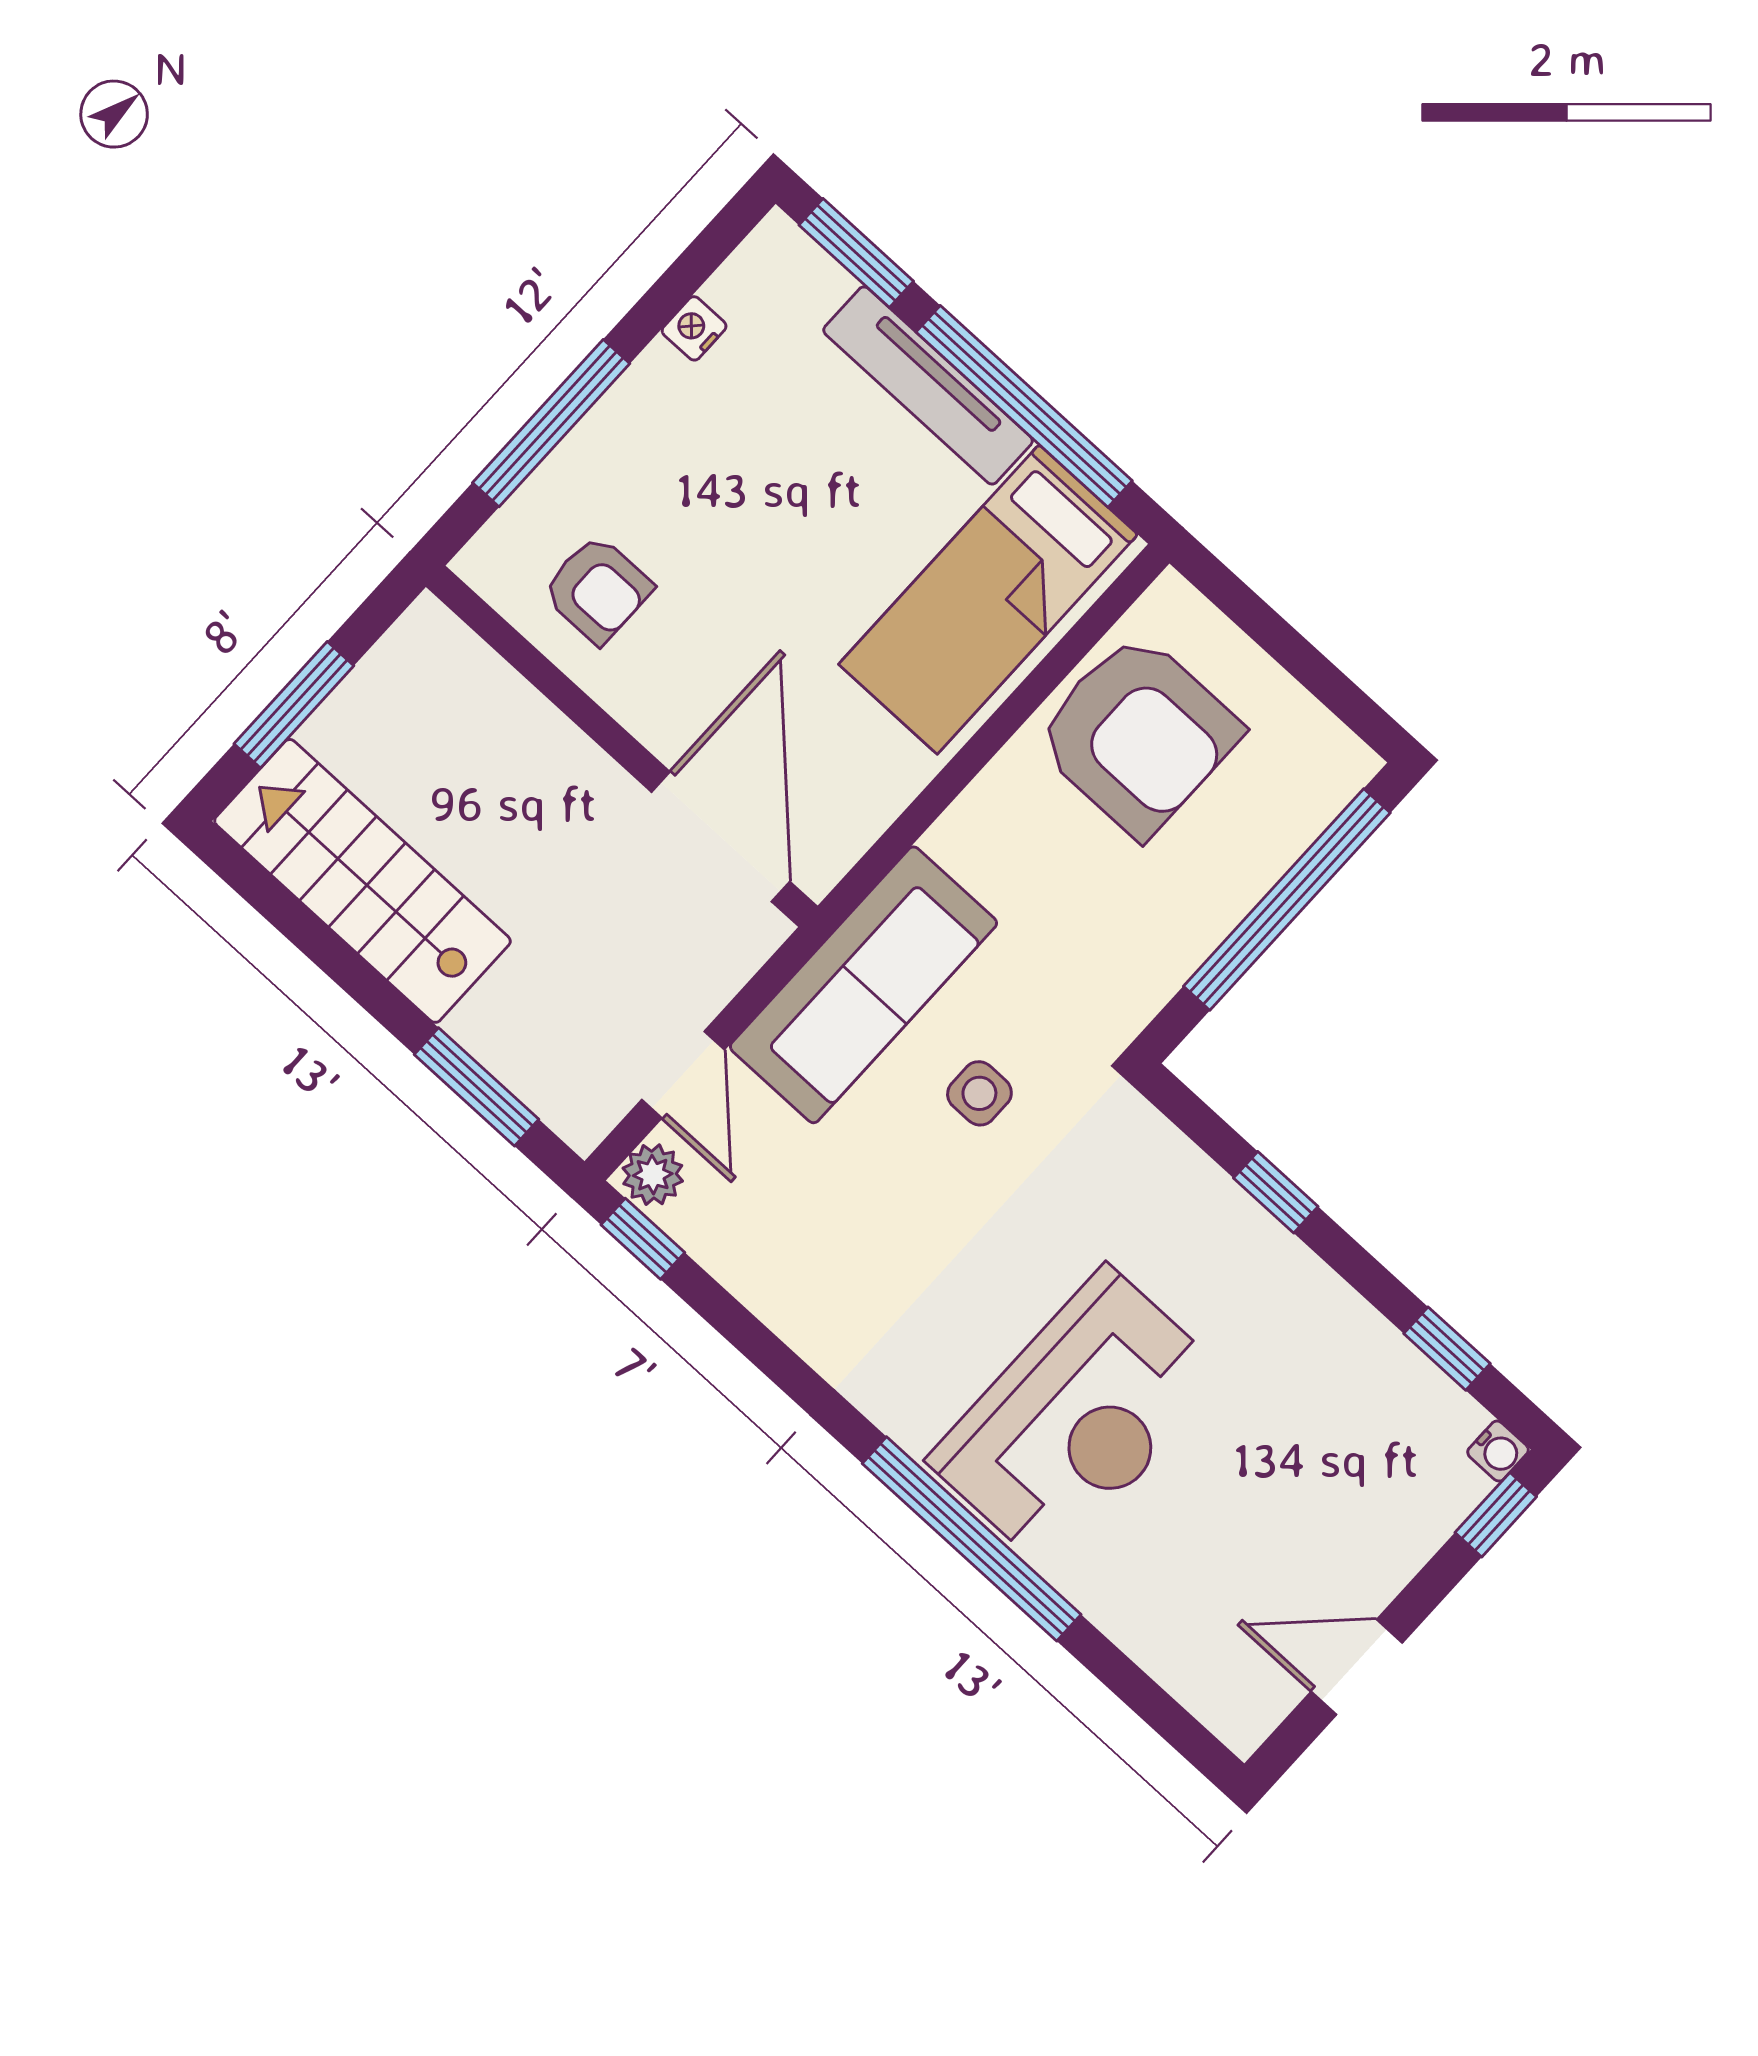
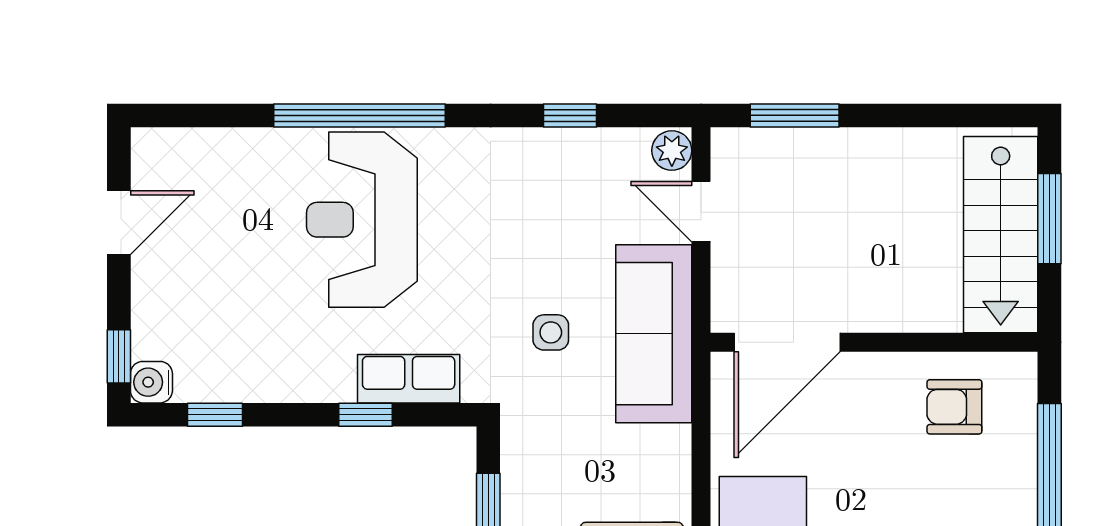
door: (721, 837) -> (787, 342), hinge flipped
stairs: (362, 881) -> (1001, 235), moved, turned 90
row of seats: (1189, 1189) -> (409, 379), added
window: (643, 1239) -> (570, 115), moved
water cooler: (1498, 1451) -> (151, 382), width x1.38, depth x1.38

